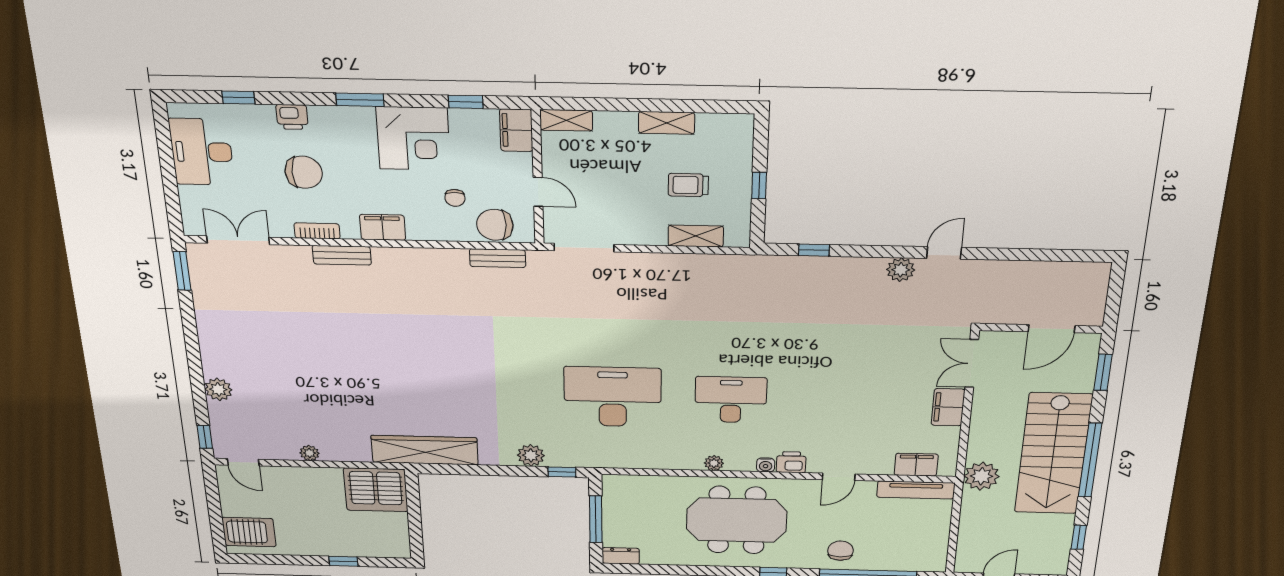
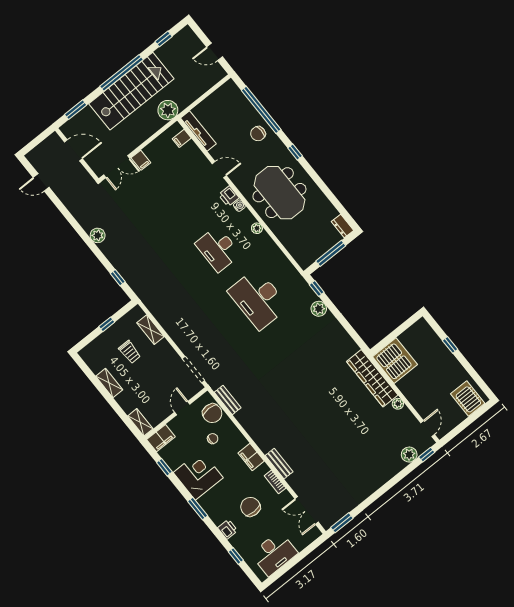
door: (944, 253) -> (41, 182), moved
plant: (218, 389) -> (409, 455), moved
filing cabinet: (948, 407) -> (141, 160), width x0.50
wardrobe: (425, 450) -> (372, 378), moved
filing cabinet: (916, 465) -> (182, 138), width x0.50

